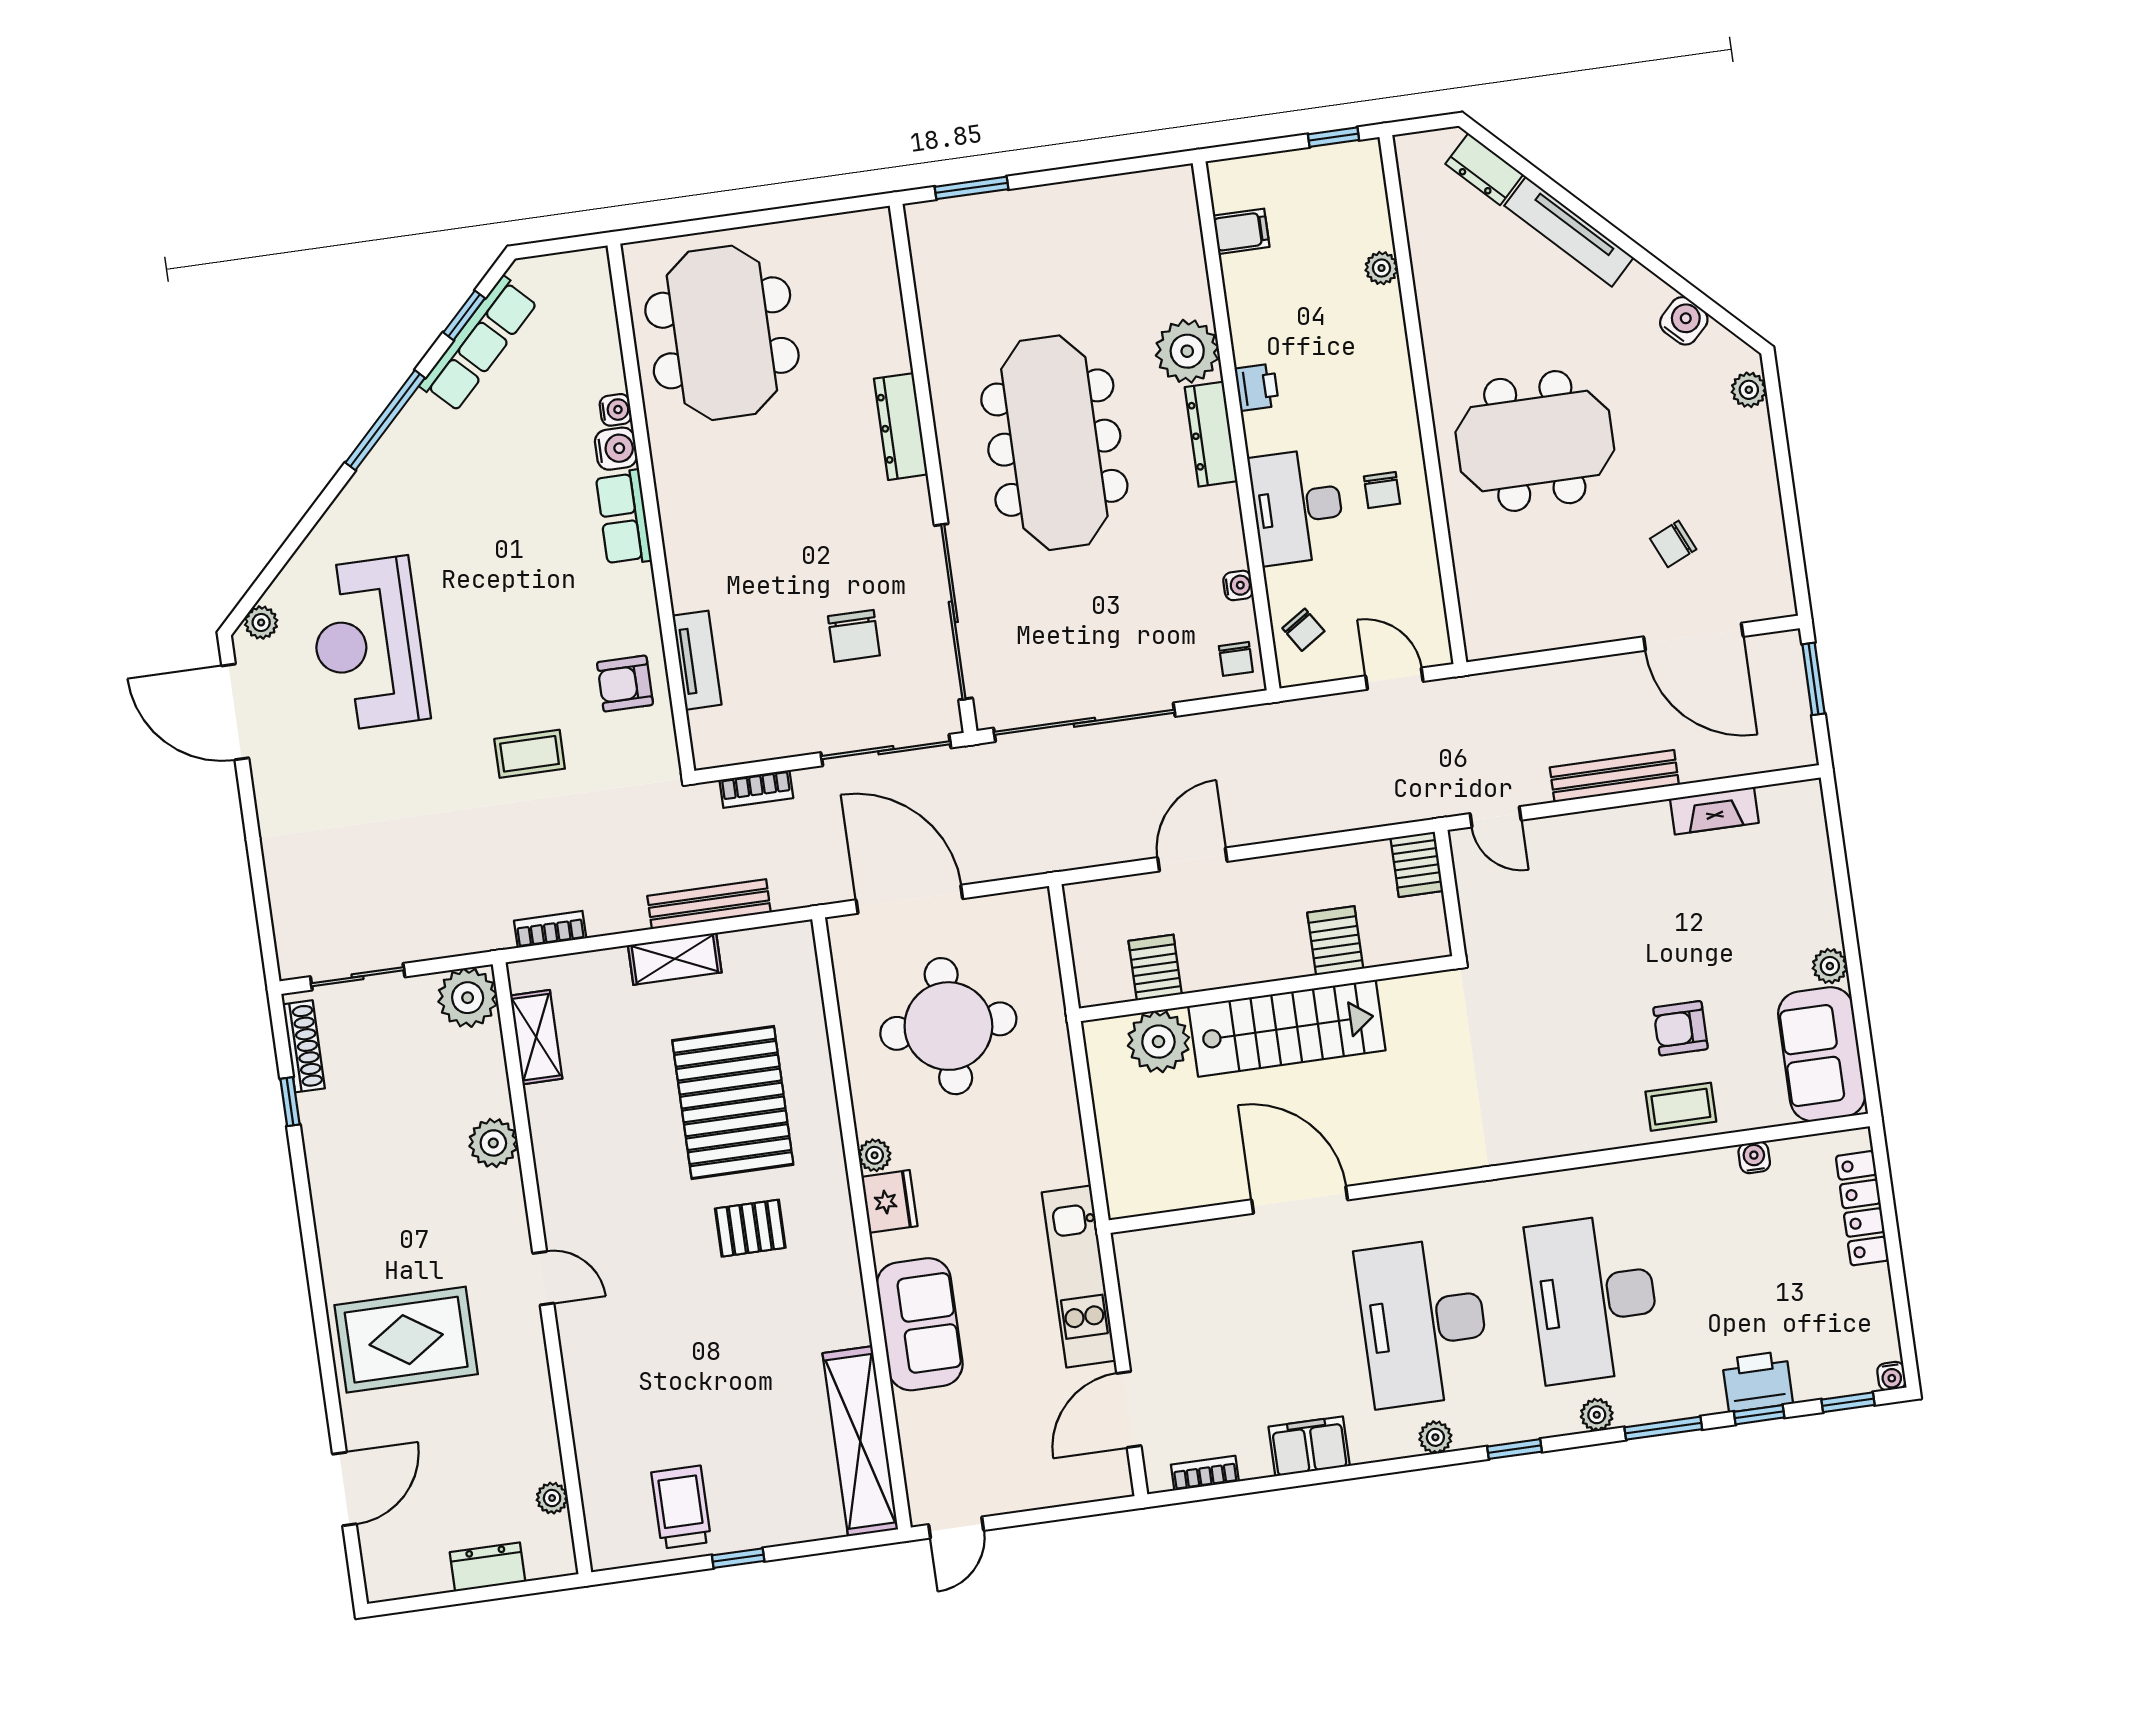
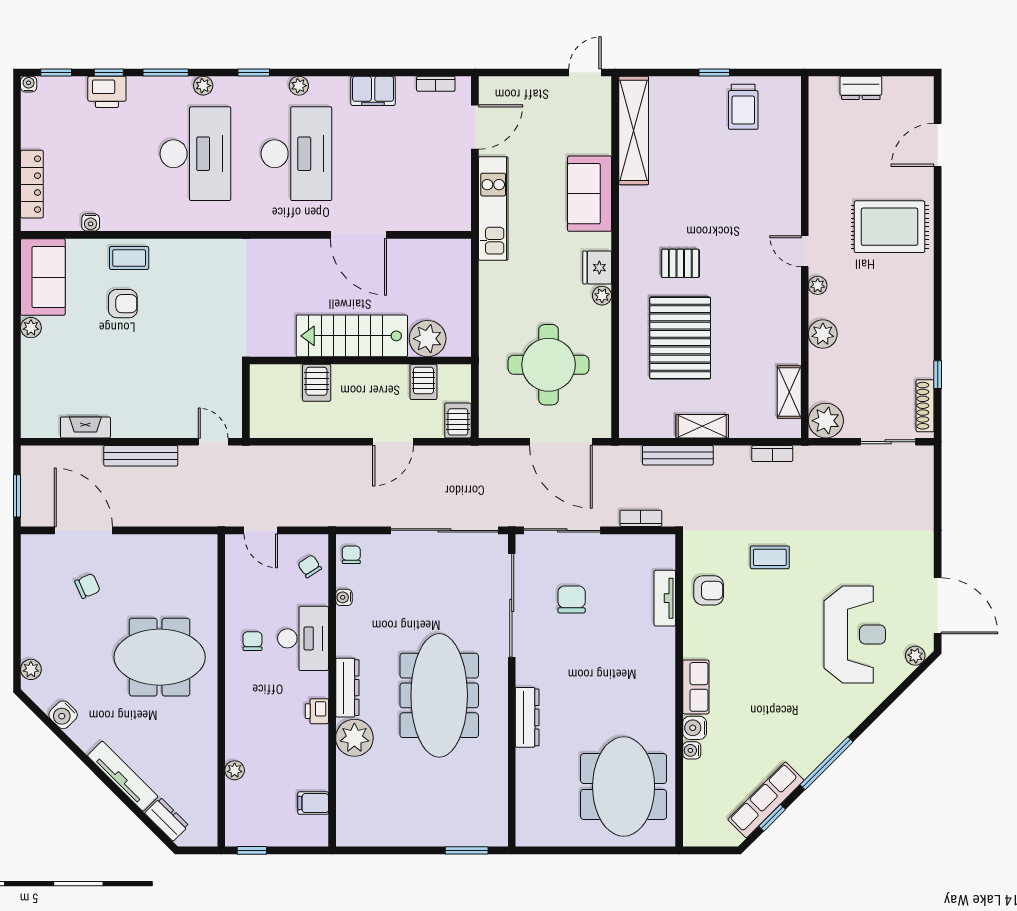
server rack: (1417, 864) -> (458, 421), moved
plant: (552, 1498) -> (818, 285), moved

